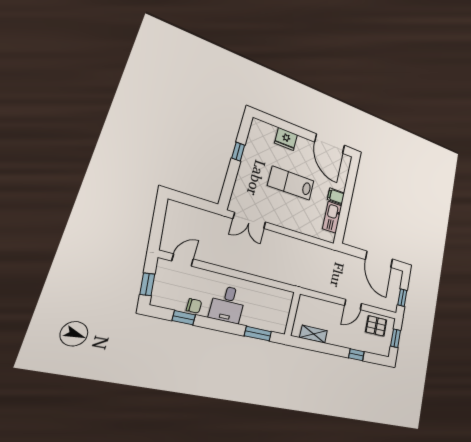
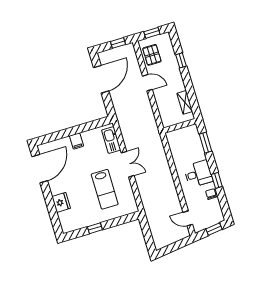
lab bench: (291, 183) -> (105, 189), moved
kitchen sink: (332, 217) -> (111, 140), moved, turned 90
double door: (249, 220) -> (128, 164), moved
window: (184, 318) -> (217, 180), moved

